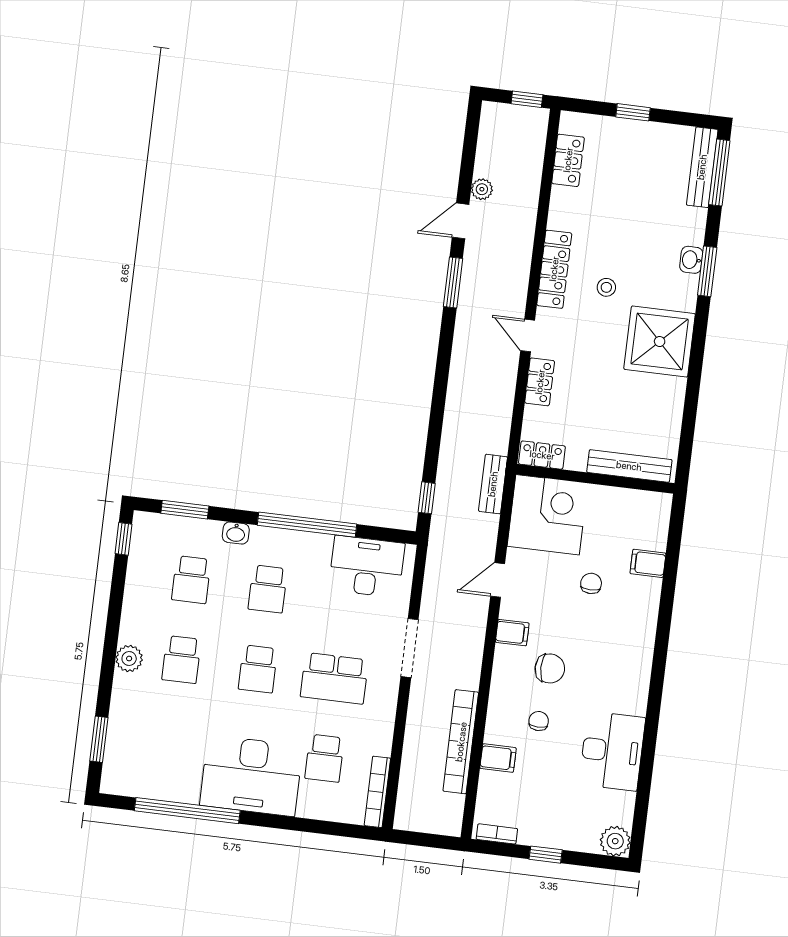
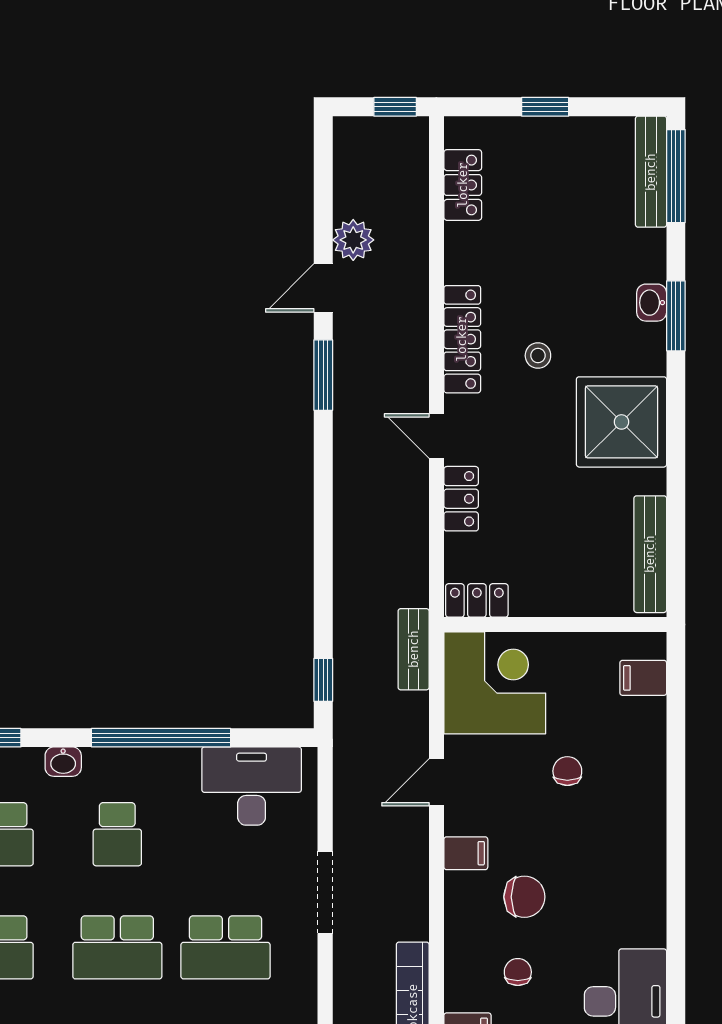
plant: (482, 189) -> (353, 240), width x1.38, depth x1.38
bench: (629, 466) -> (650, 554), moved, turned 90
filing cabinet: (648, 563) -> (643, 678), moved
school desk: (258, 669) -> (117, 947), width x1.85

